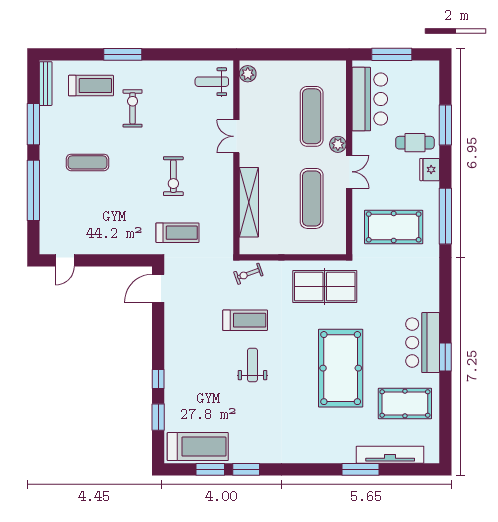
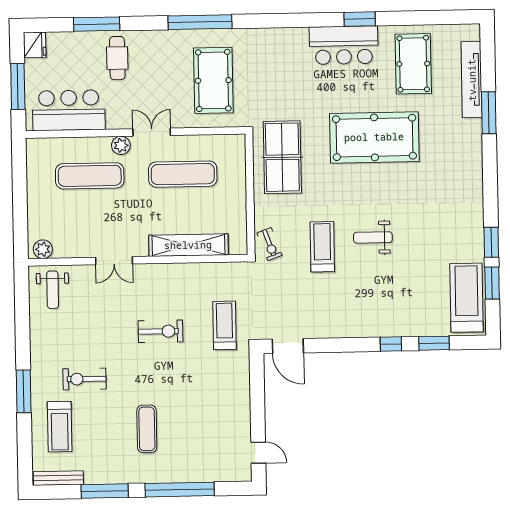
treadmill: (91, 86) -> (60, 427), turned 180
fridge: (430, 170) -> (35, 45), moved, turned -90

